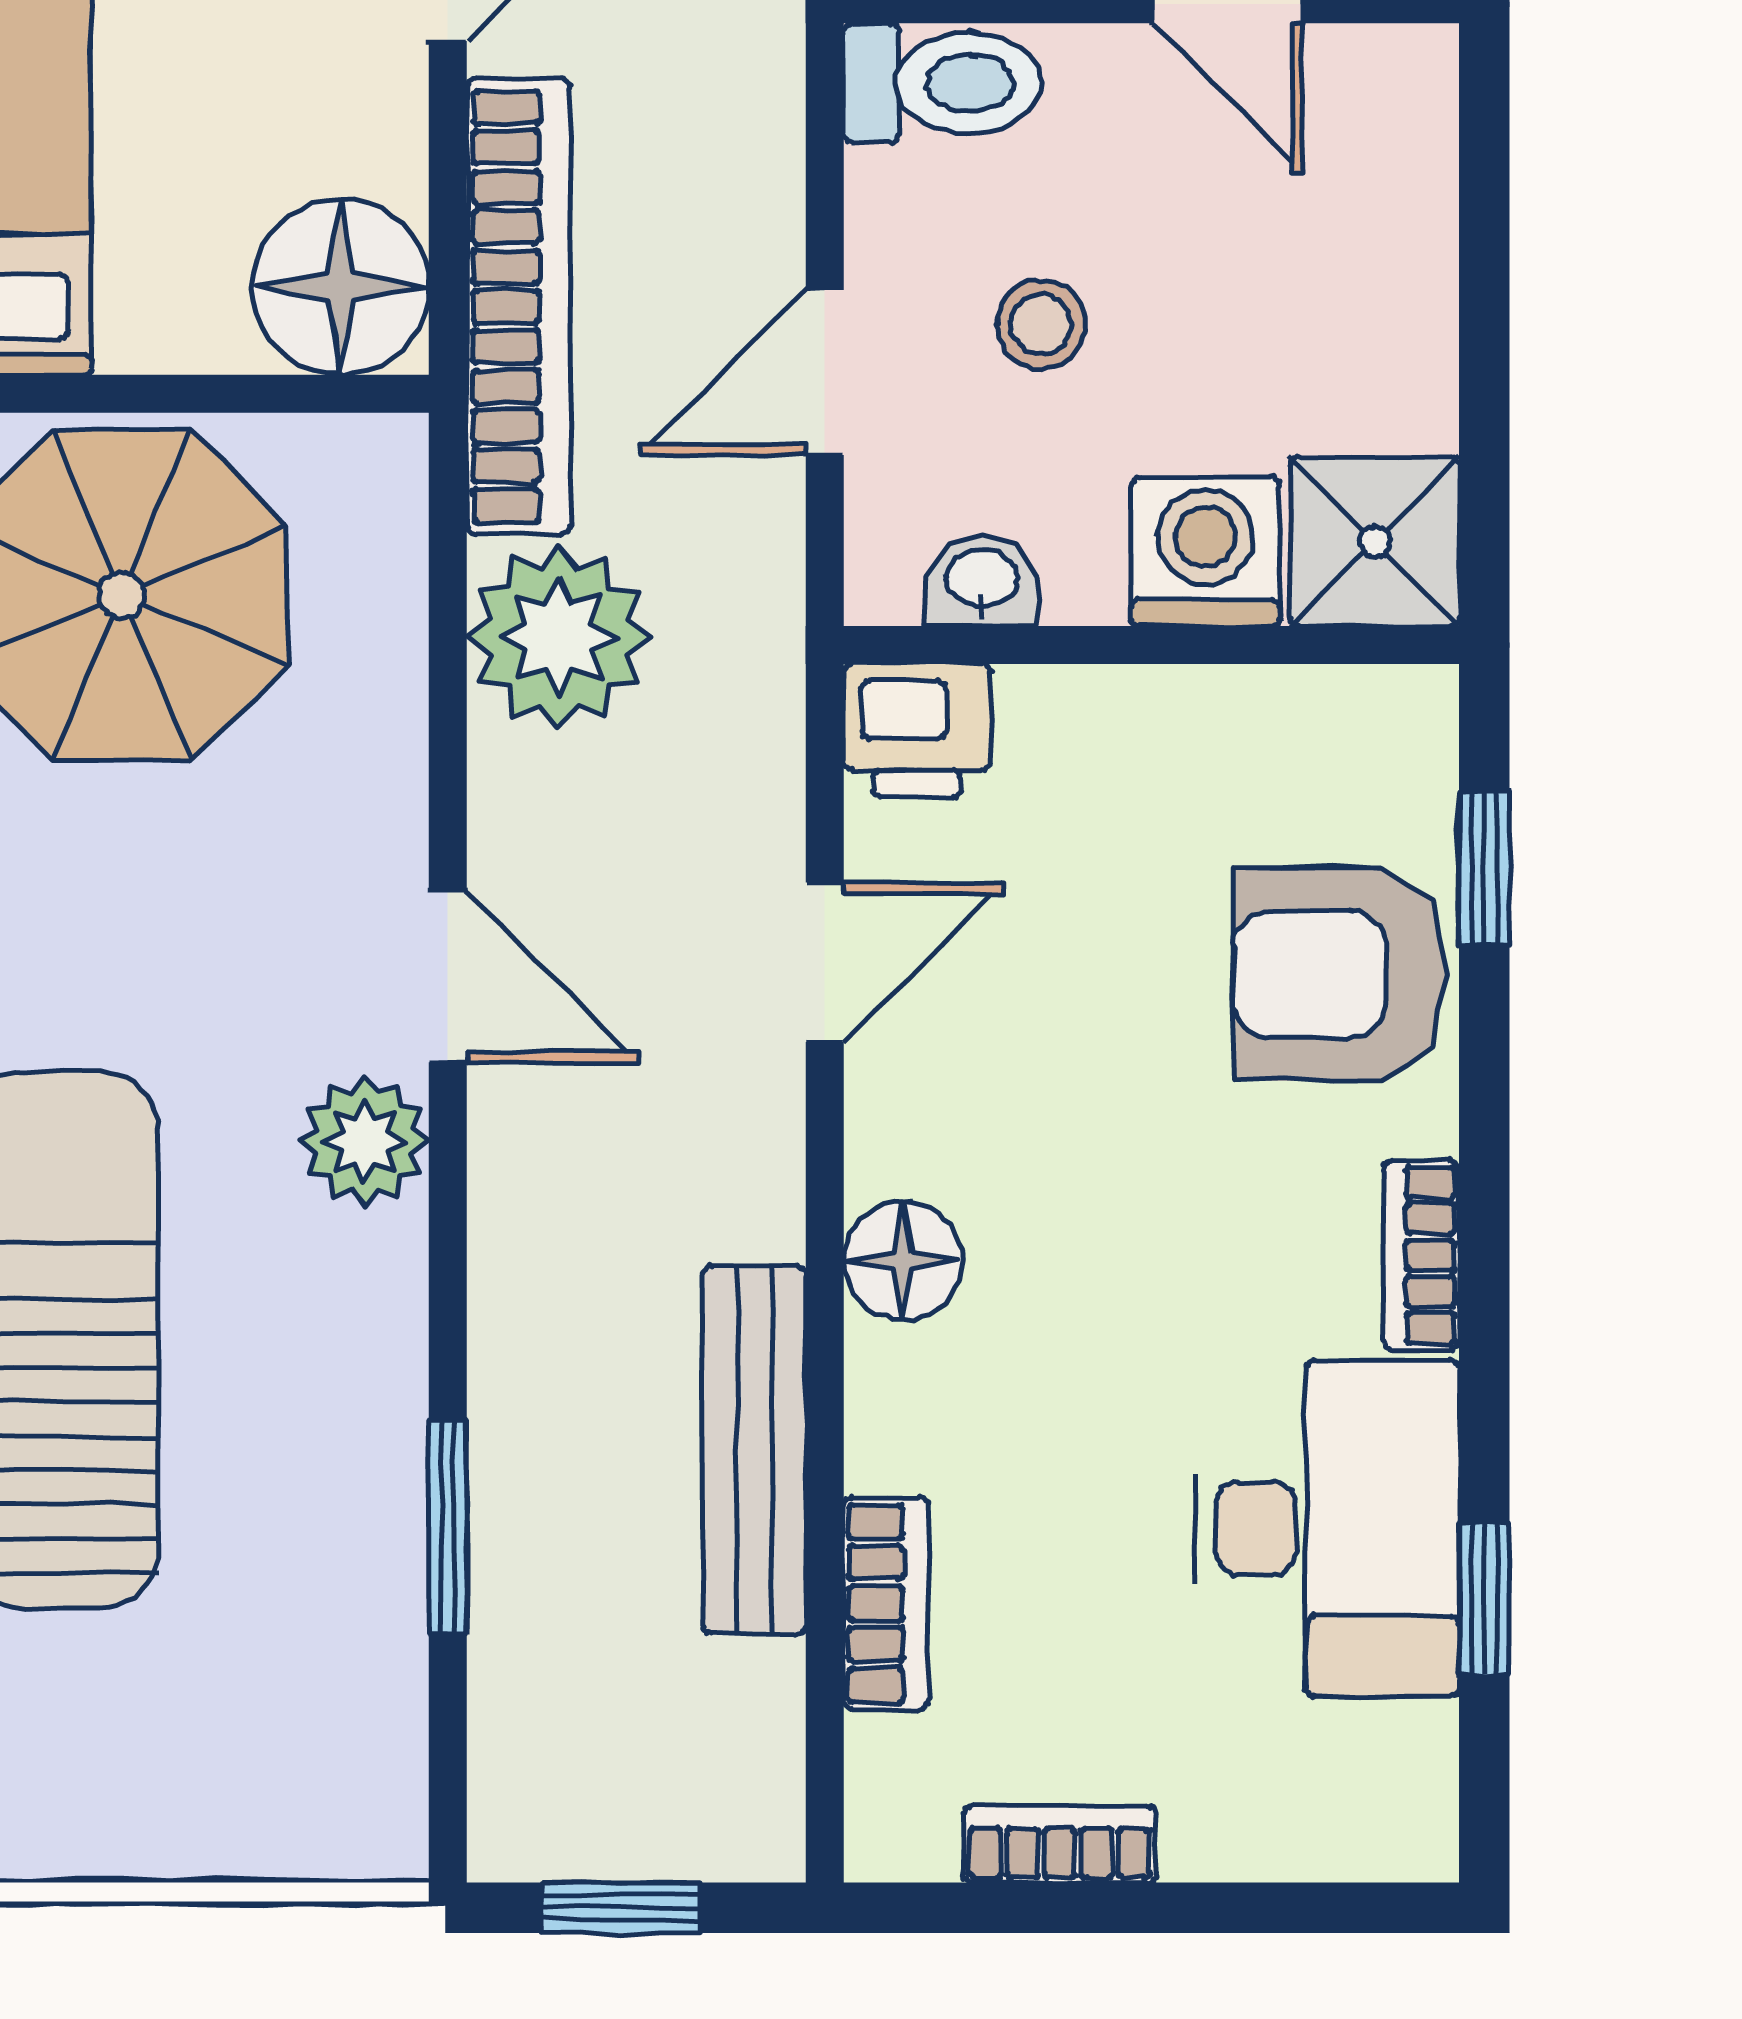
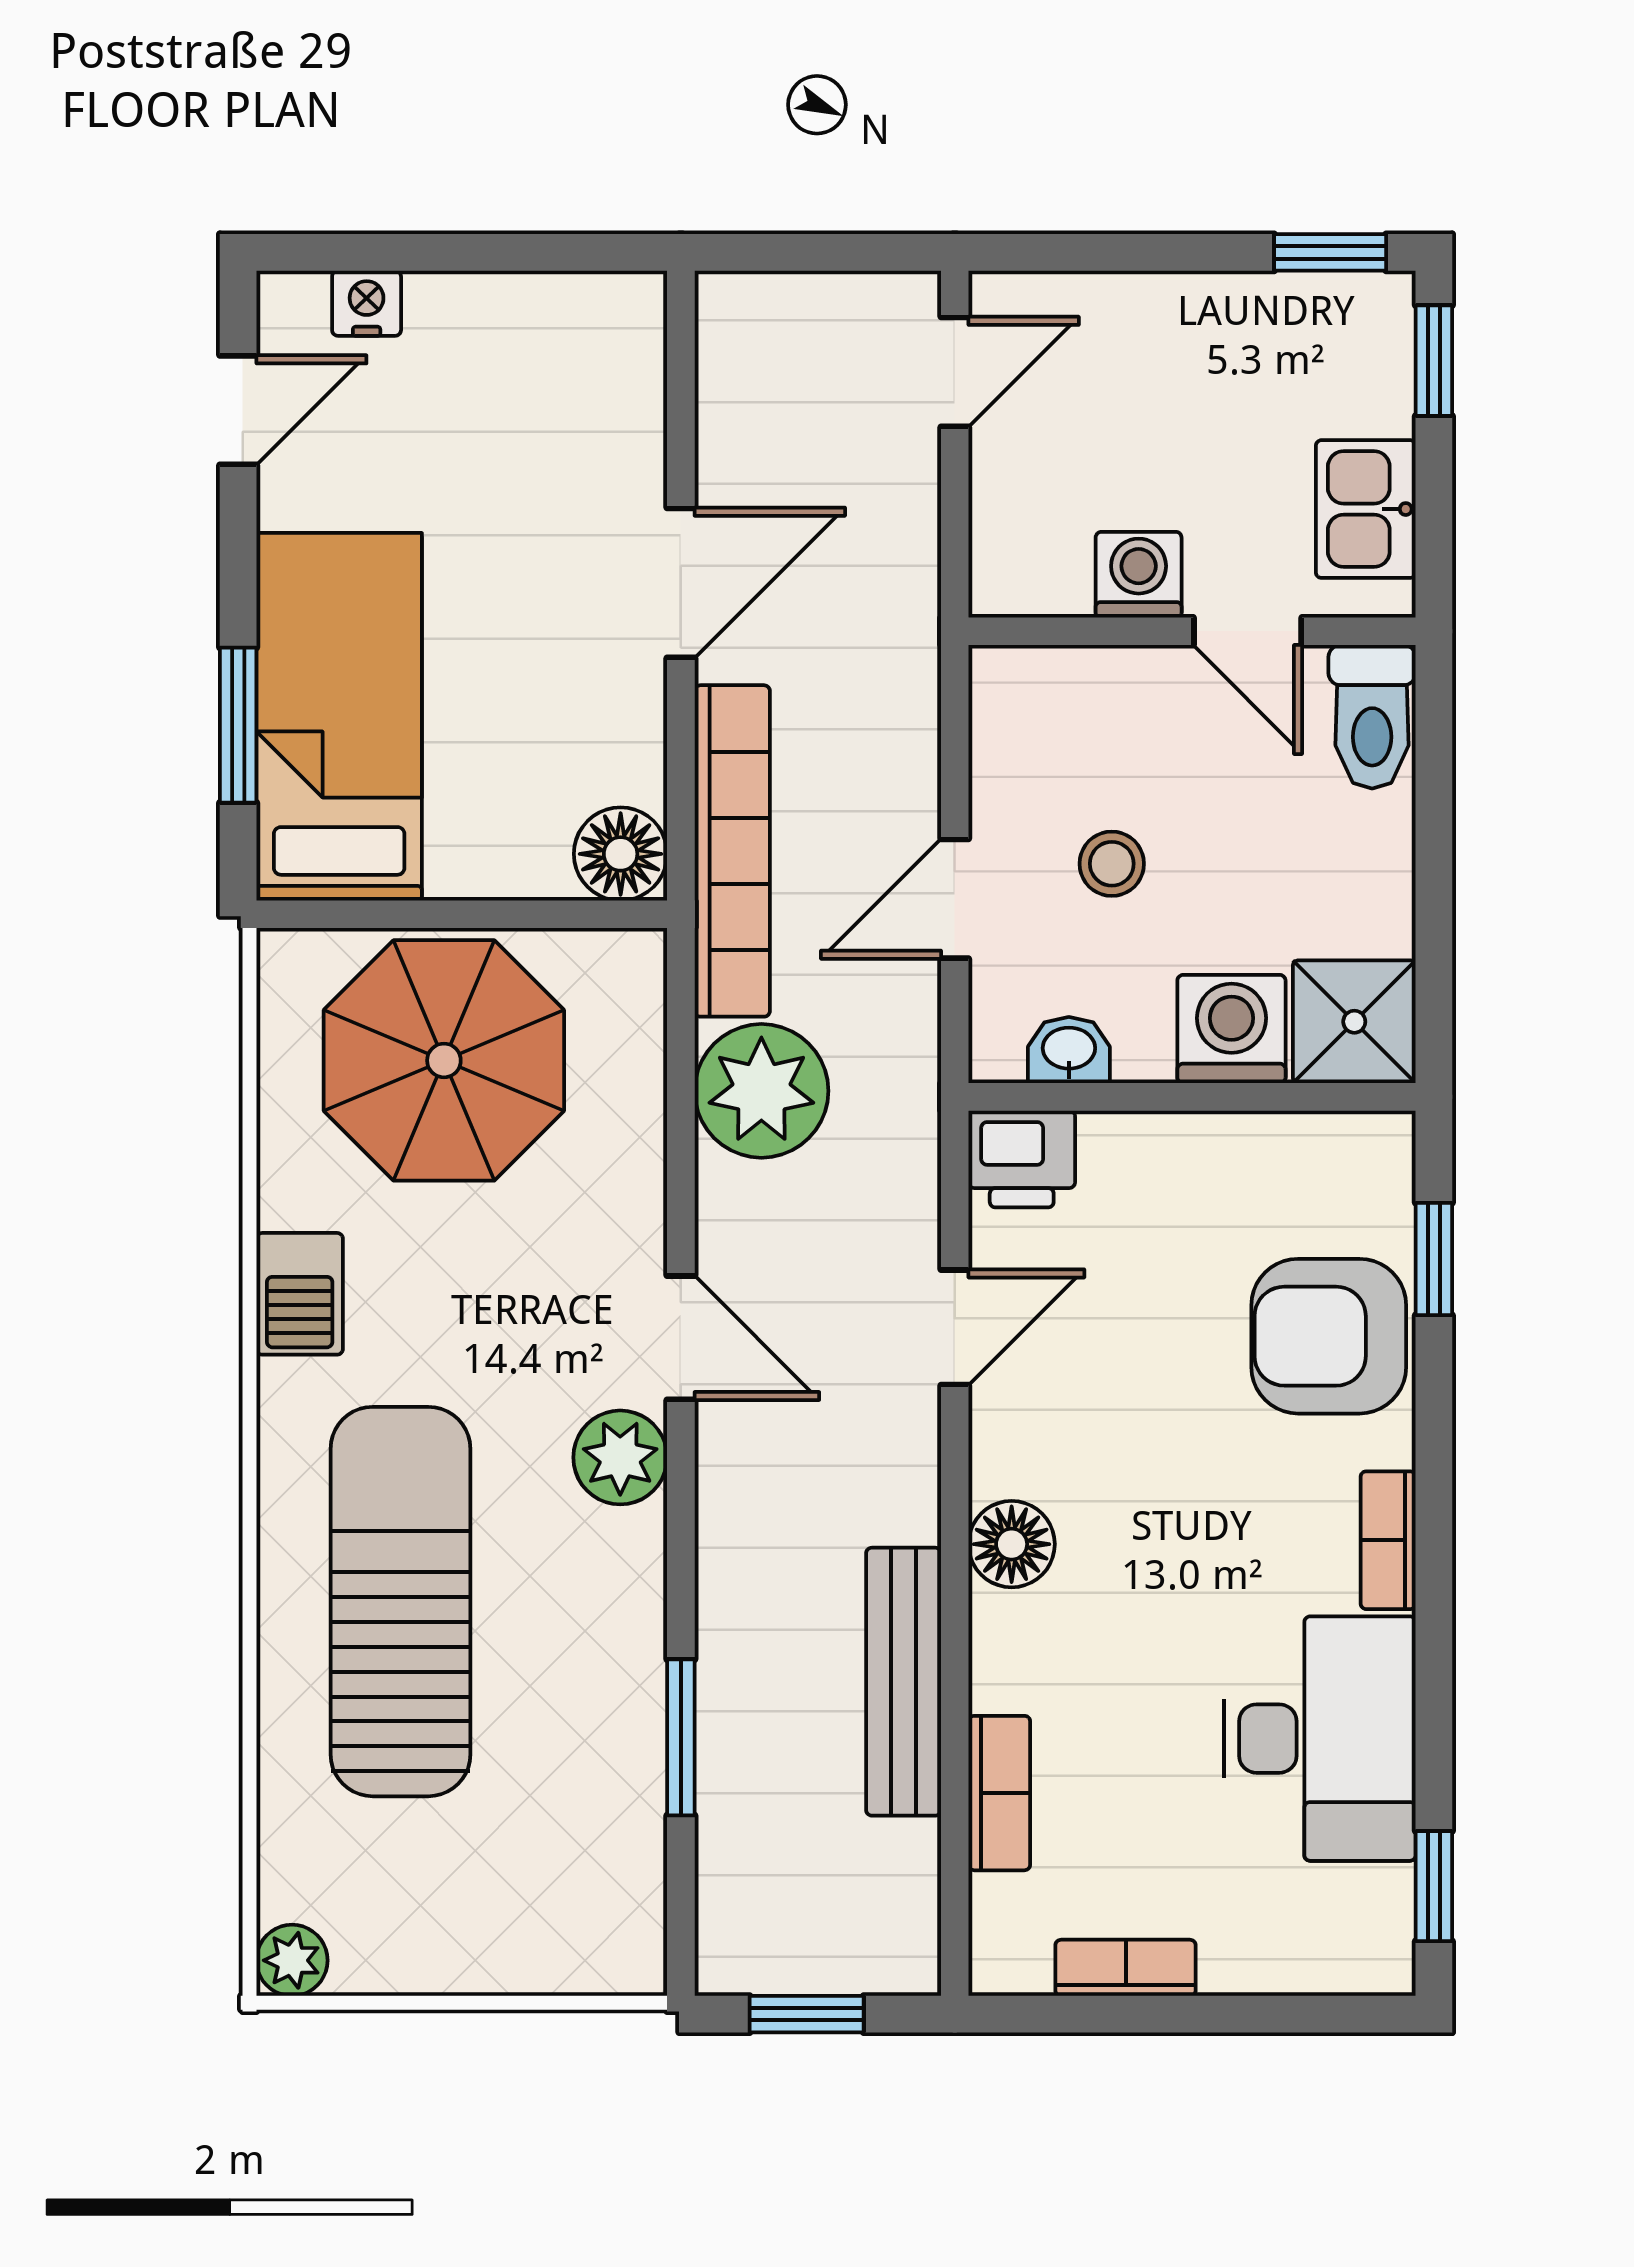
toilet: (942, 83) -> (1372, 717), moved, turned 90
floor lamp: (341, 287) -> (621, 854), width x0.73, depth x0.73
window: (1484, 1599) -> (1434, 1886), moved

